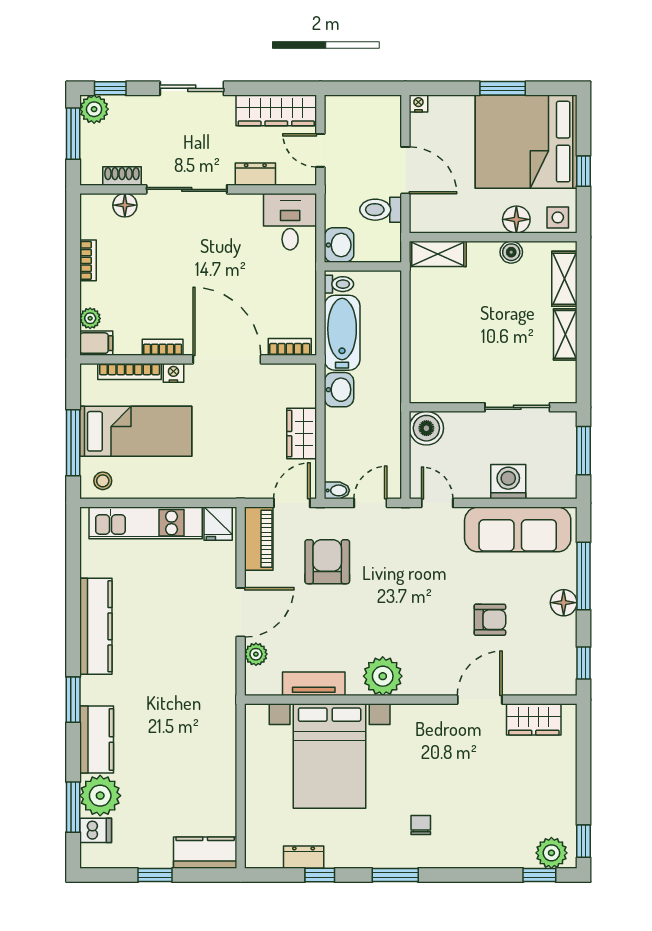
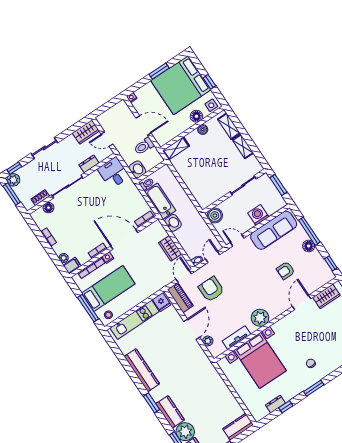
wardrobe: (276, 110) -> (86, 132), width x0.67
armchair: (490, 620) -> (286, 270), turned 180

